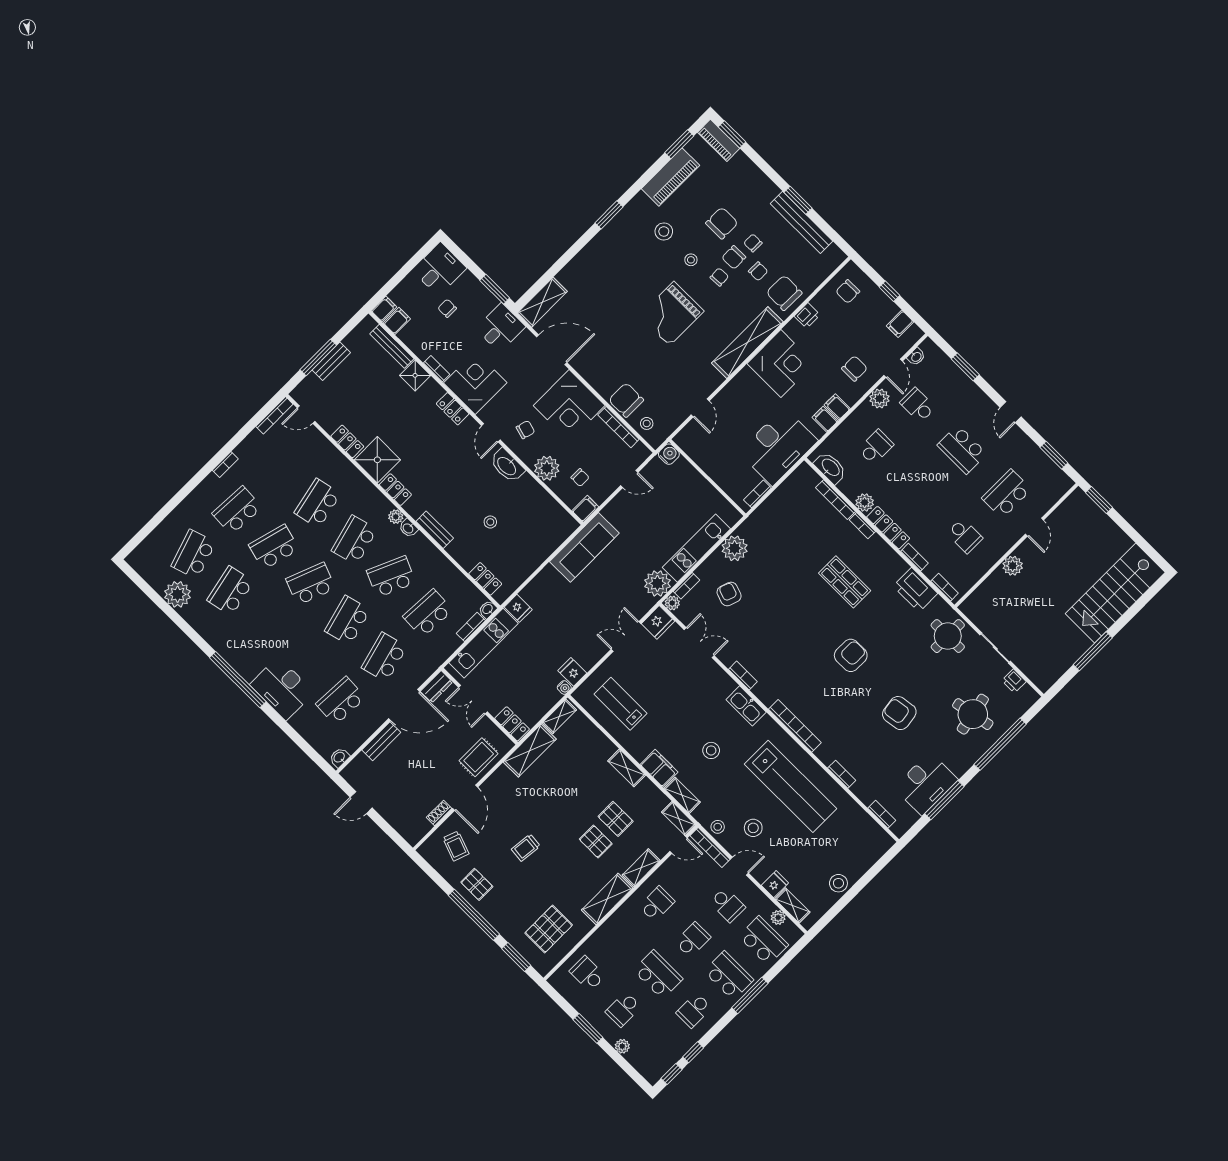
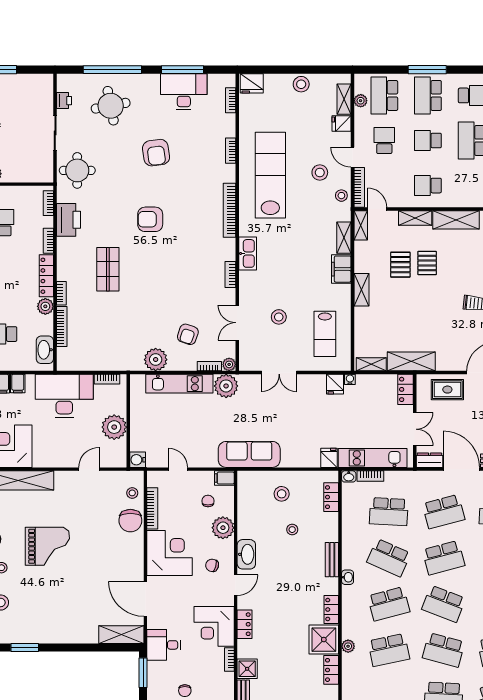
plant: (714, 461) -> (114, 427), added
plant: (396, 517) -> (348, 646), moved
stool: (527, 542) -> (282, 494), added
fridge: (658, 622) -> (252, 83), moved, turned 180
stool: (711, 750) -> (279, 317), moved

